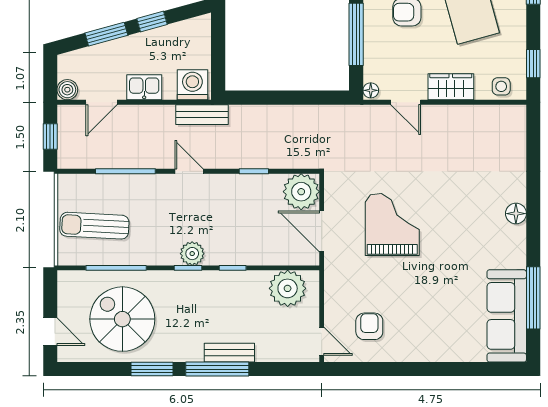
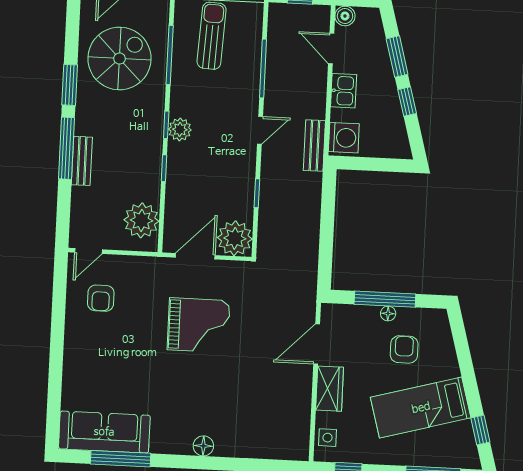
floor lamp: (371, 90) -> (388, 314), moved
door: (406, 102) -> (317, 344), width x1.38
armchair: (369, 326) -> (101, 298), turned 90

